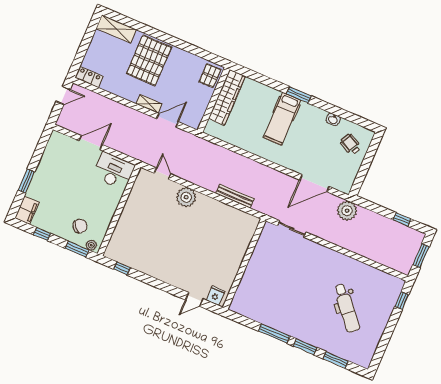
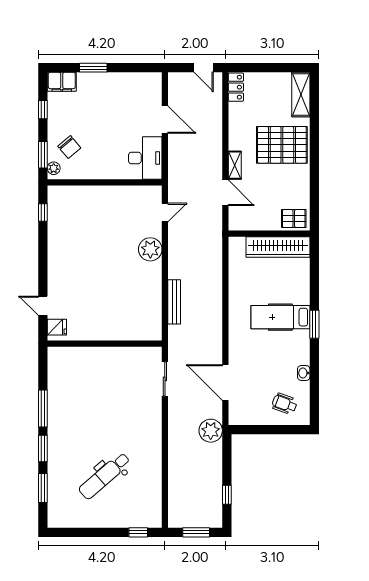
wheelchair: (351, 144) -> (285, 404), turned -98

